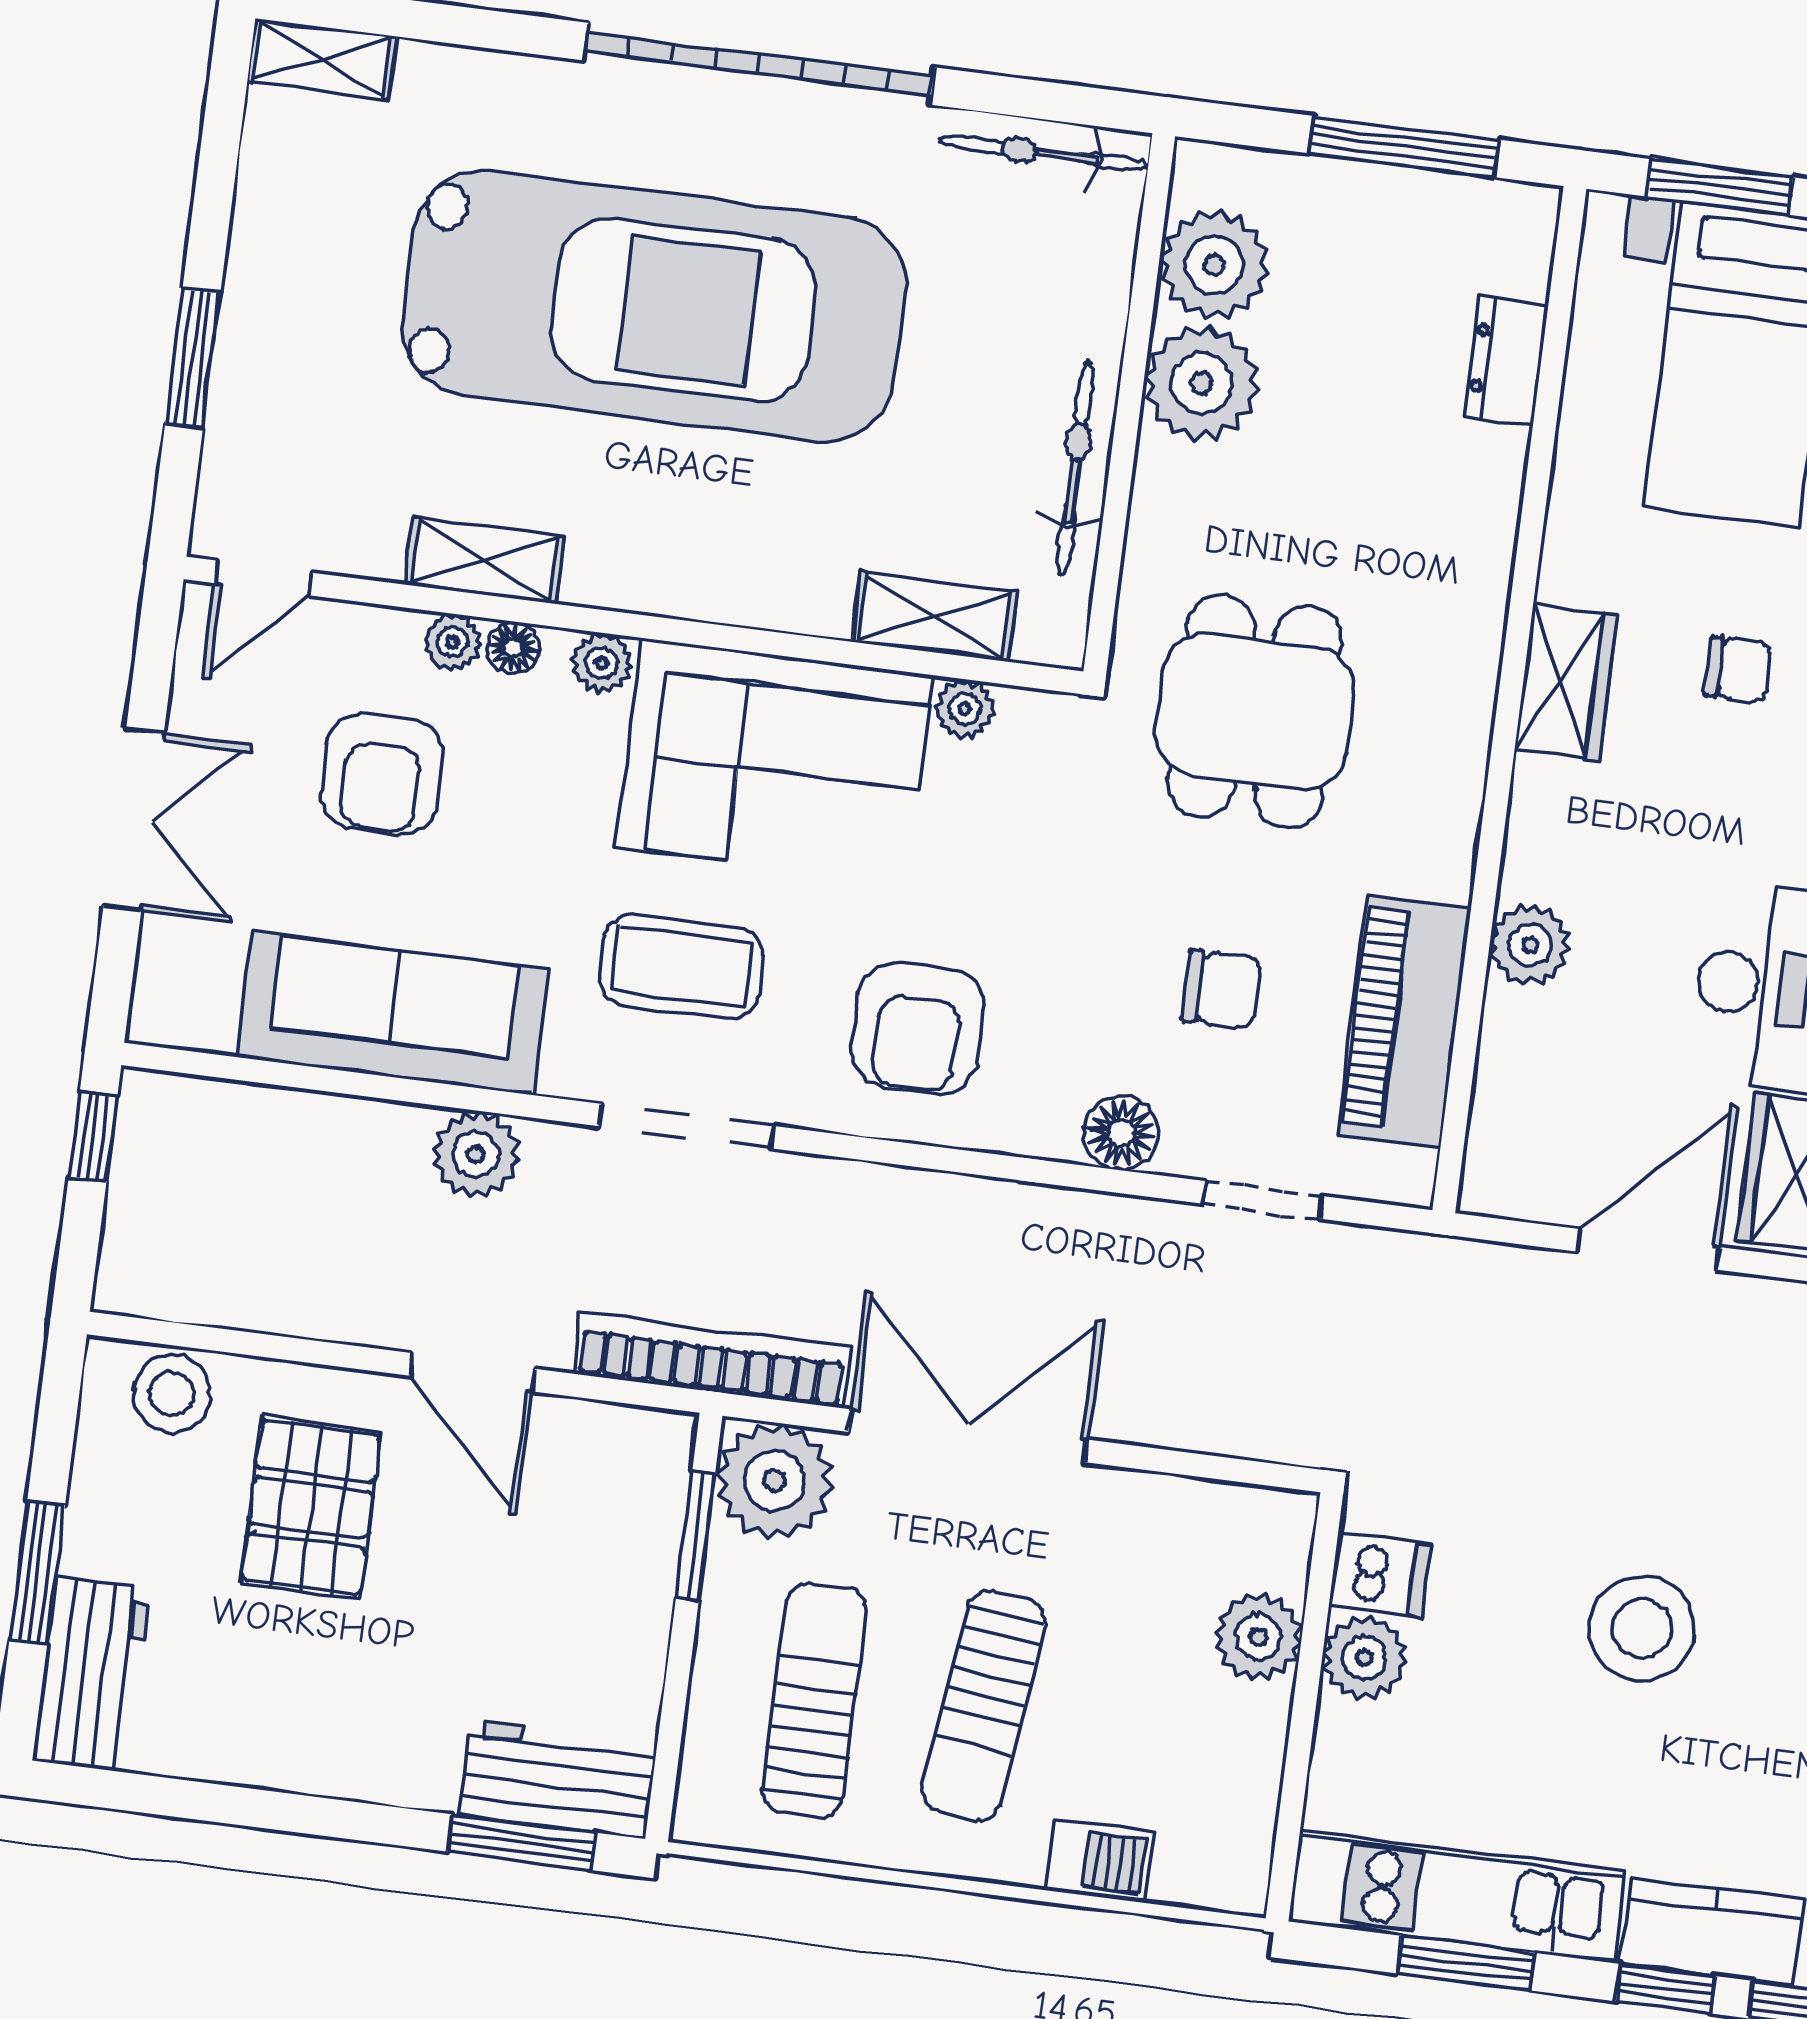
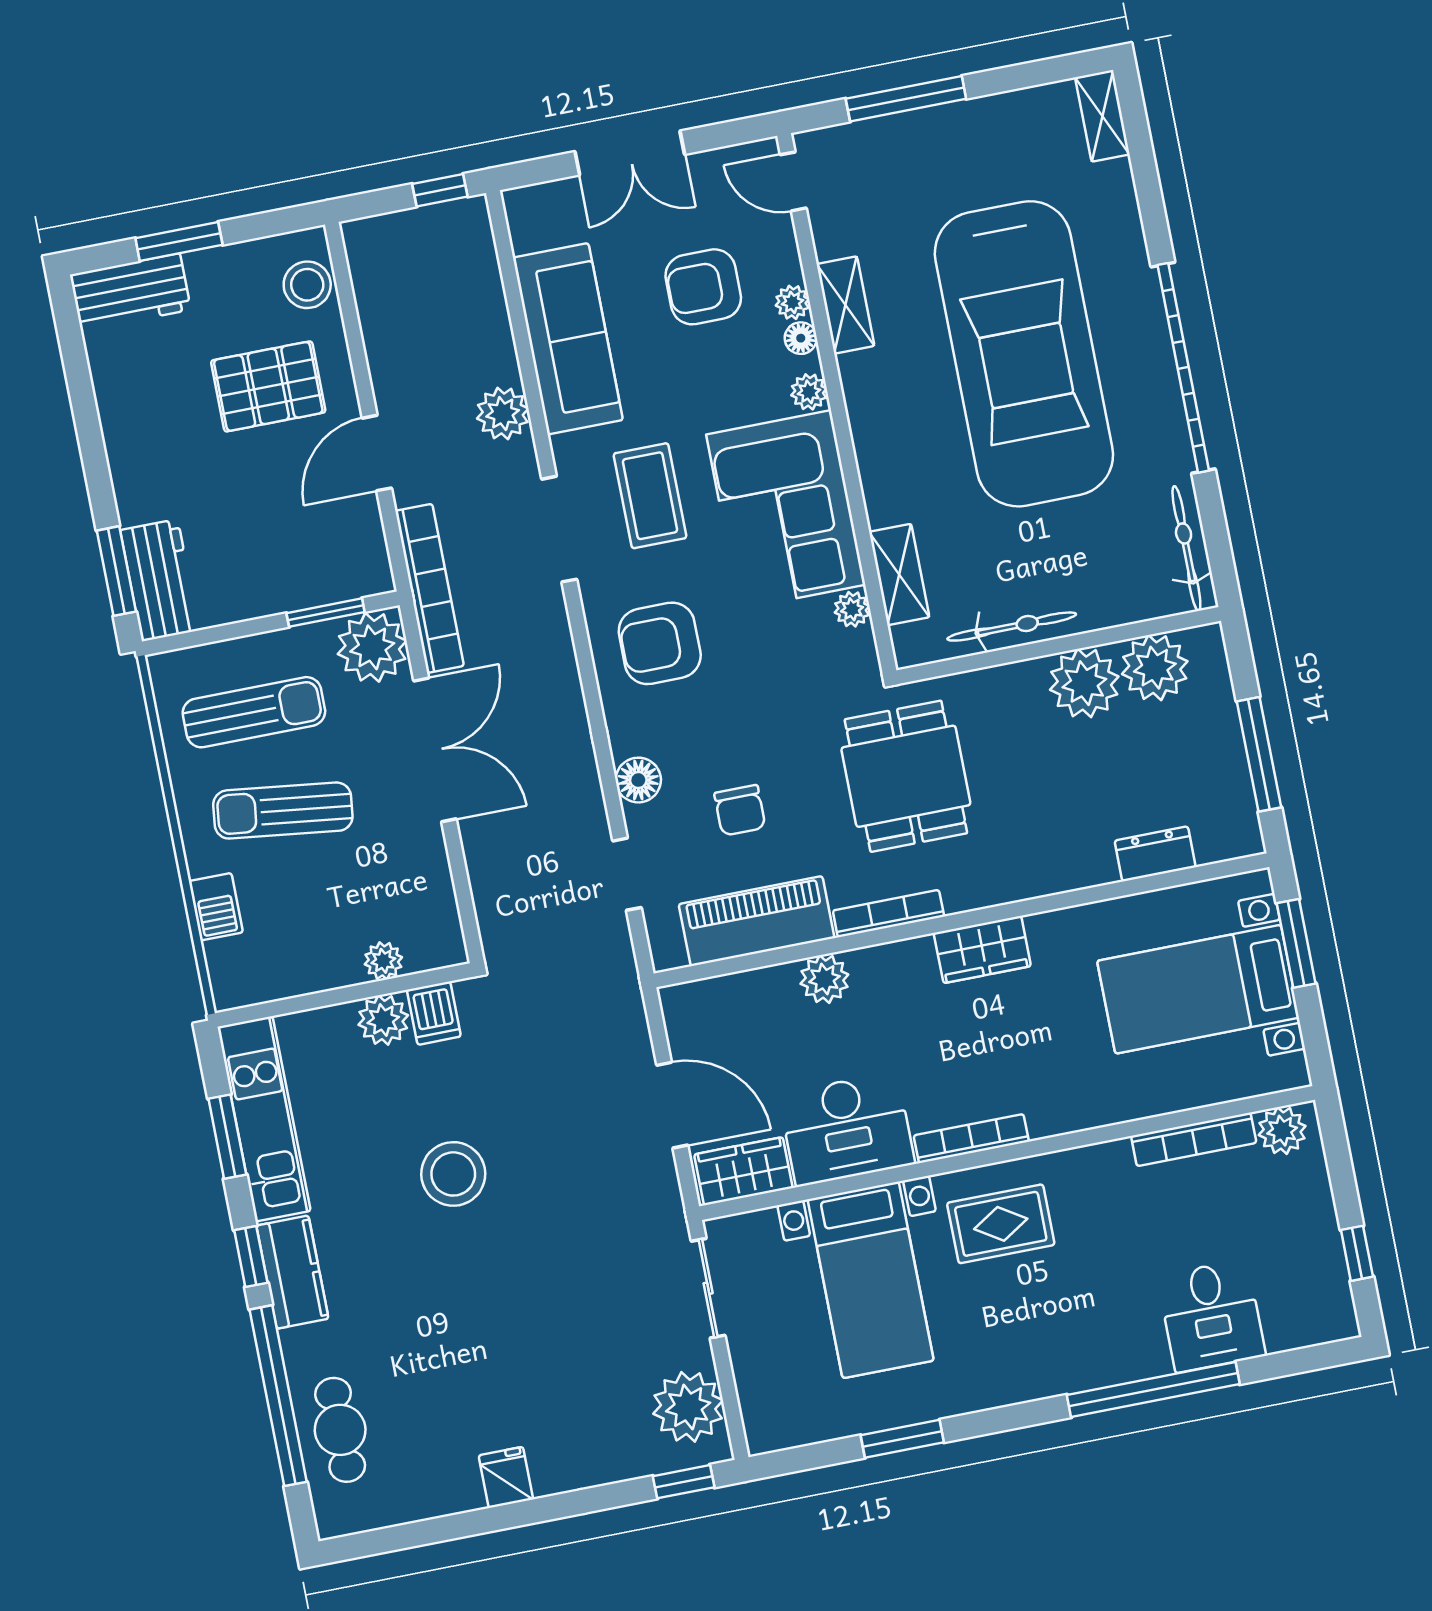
window: (193, 358) -> (906, 99), width x1.44
chair: (1738, 670) -> (1022, 1046), removed
dining table: (1255, 711) -> (906, 776), turned 90
bookcase: (1461, 810) -> (888, 914), added
plant: (1258, 1637) -> (383, 961), width x0.73, depth x0.73

